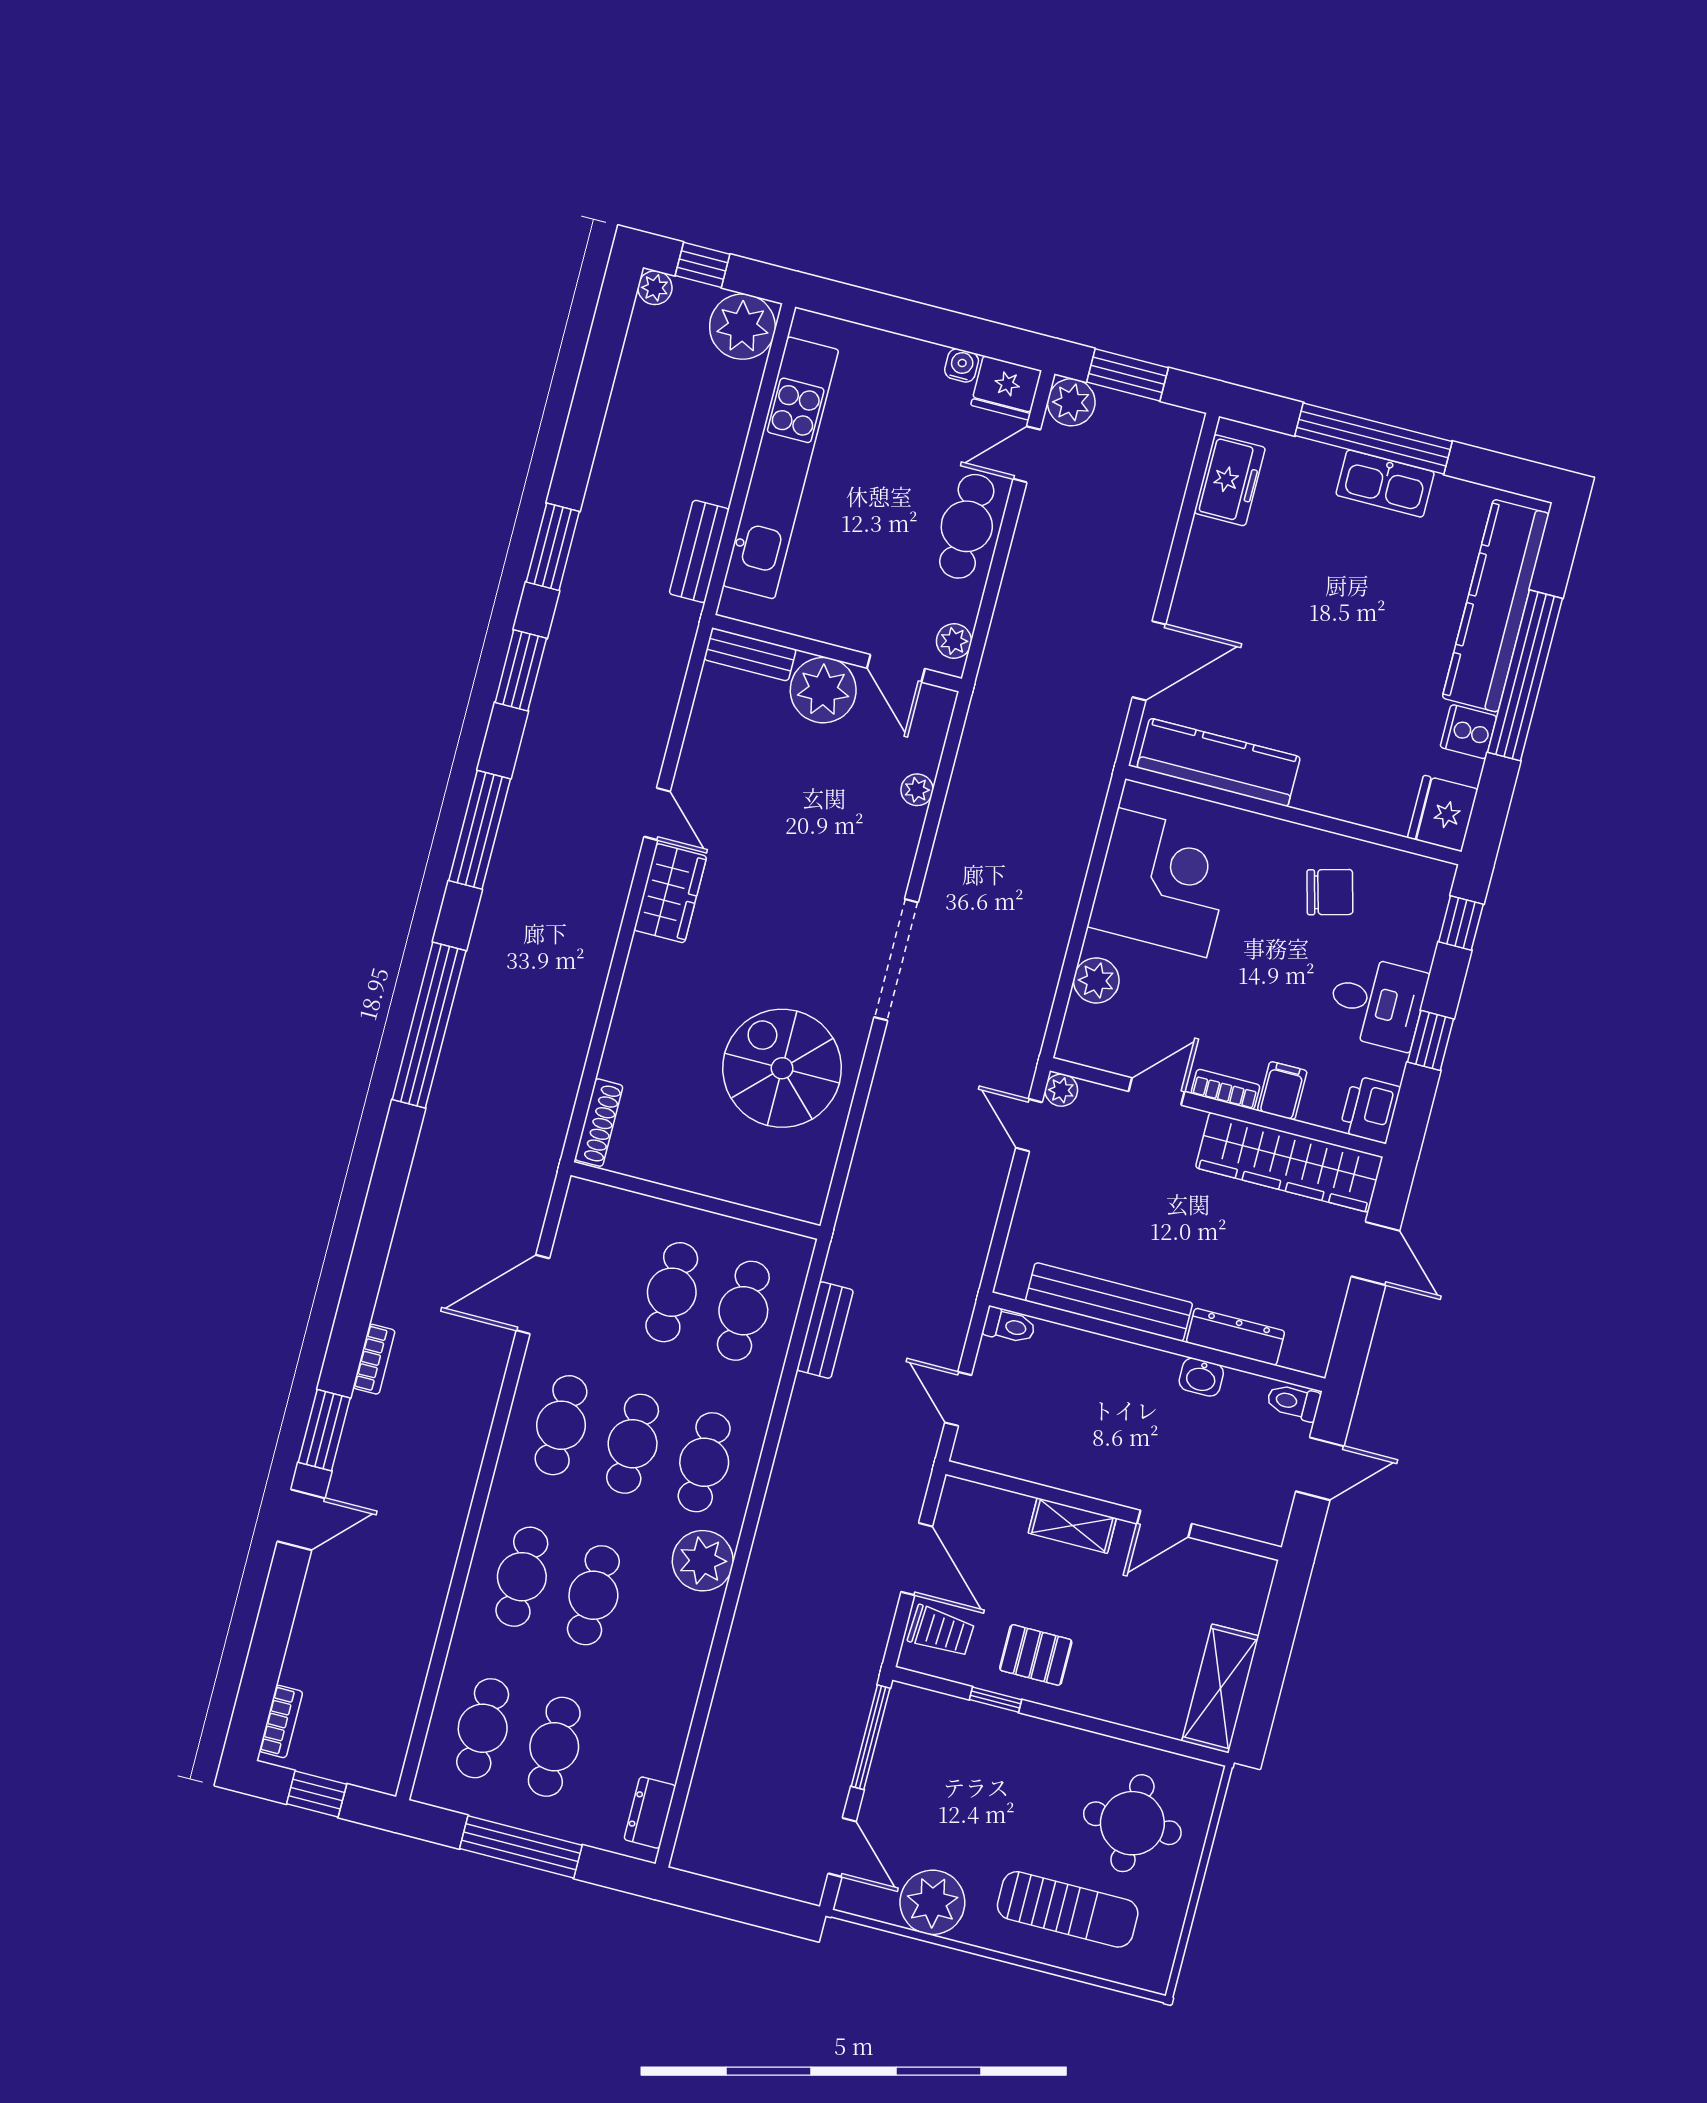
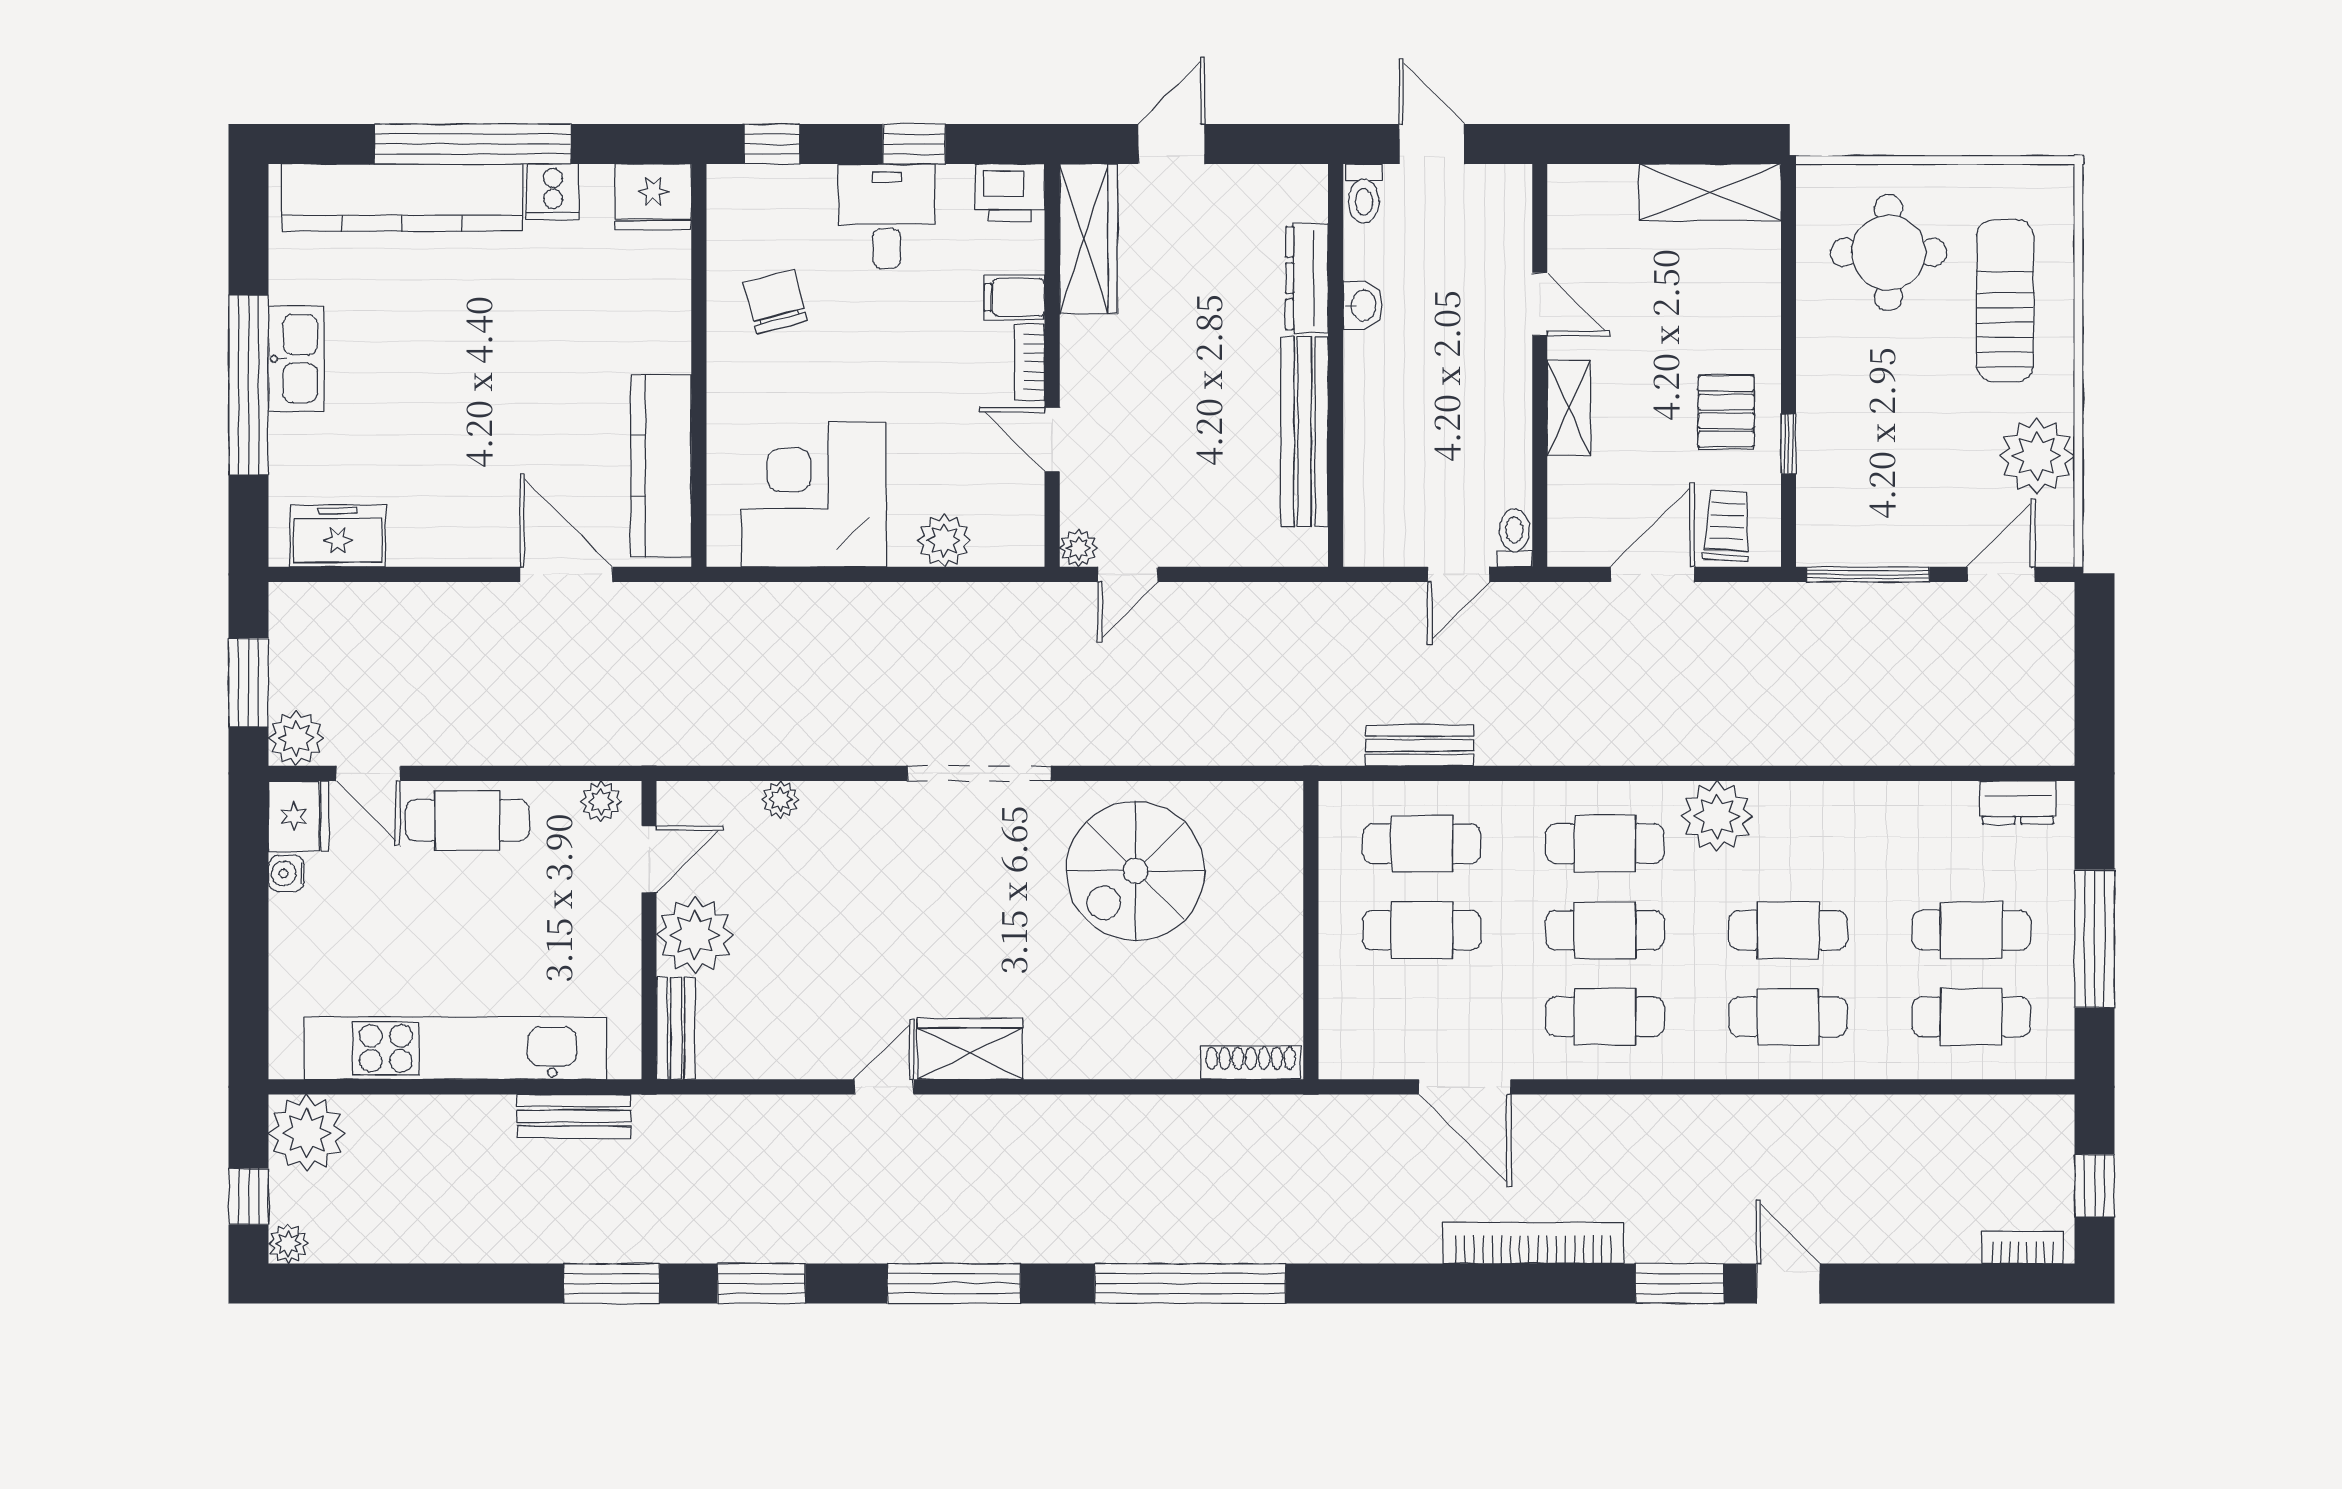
wardrobe: (1289, 1162) -> (1088, 239), width x0.71, depth x0.85
toilet: (1009, 1326) -> (1514, 538), moved
bookcase: (374, 1359) -> (1533, 1243), width x2.31, depth x1.31

